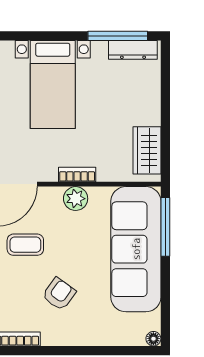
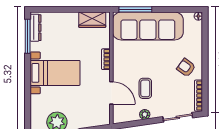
plant: (76, 199) -> (119, 60), removed
armchair: (59, 294) -> (186, 68), moved

